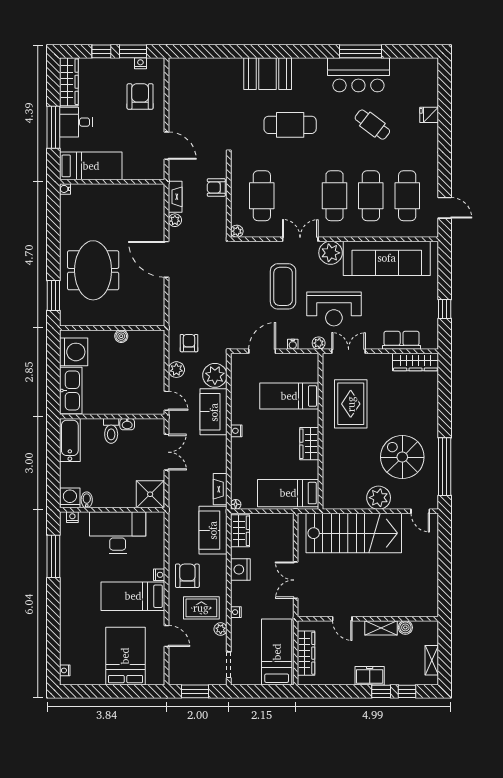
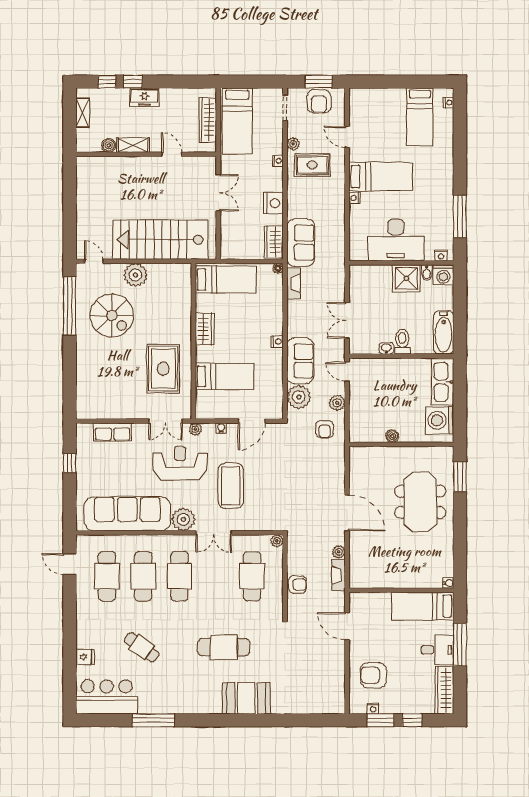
bar counter: (358, 75) -> (107, 697), moved
armchair: (140, 97) -> (373, 675), turned 90
wardrobe: (415, 362) -> (99, 410), removed
shower: (150, 494) -> (406, 278), moved
armchair: (187, 576) -> (319, 101), moved
bed: (125, 656) -> (420, 117), moved, width x0.67

